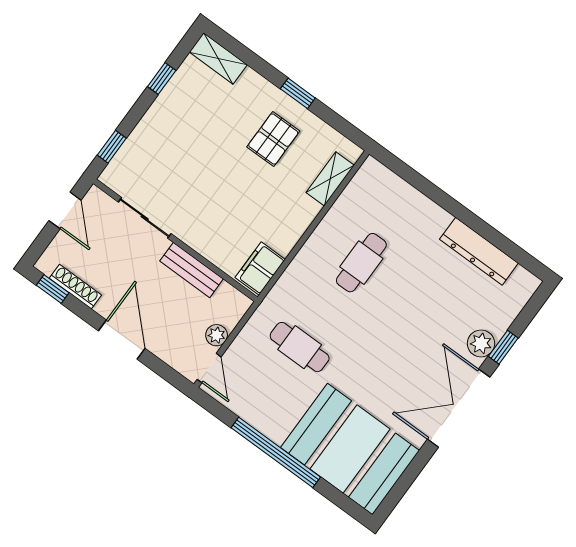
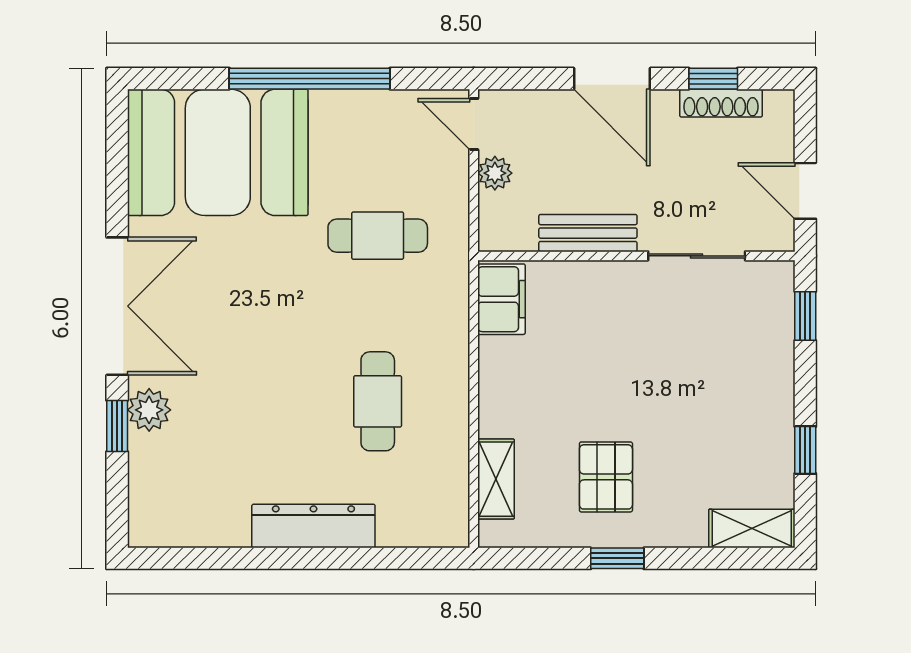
dresser: (479, 251) -> (313, 526), moved
window: (53, 289) -> (713, 79), moved

